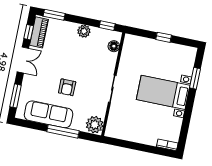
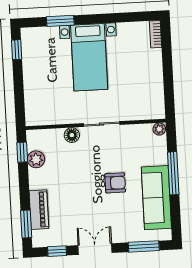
plant: (84, 31) -> (36, 159), moved
piano: (39, 32) -> (39, 210), moved, turned 90
window: (164, 37) -> (17, 50), moved
floor lamp: (114, 46) -> (72, 135), moved
plant: (95, 125) -> (159, 129), width x0.53, depth x0.53

